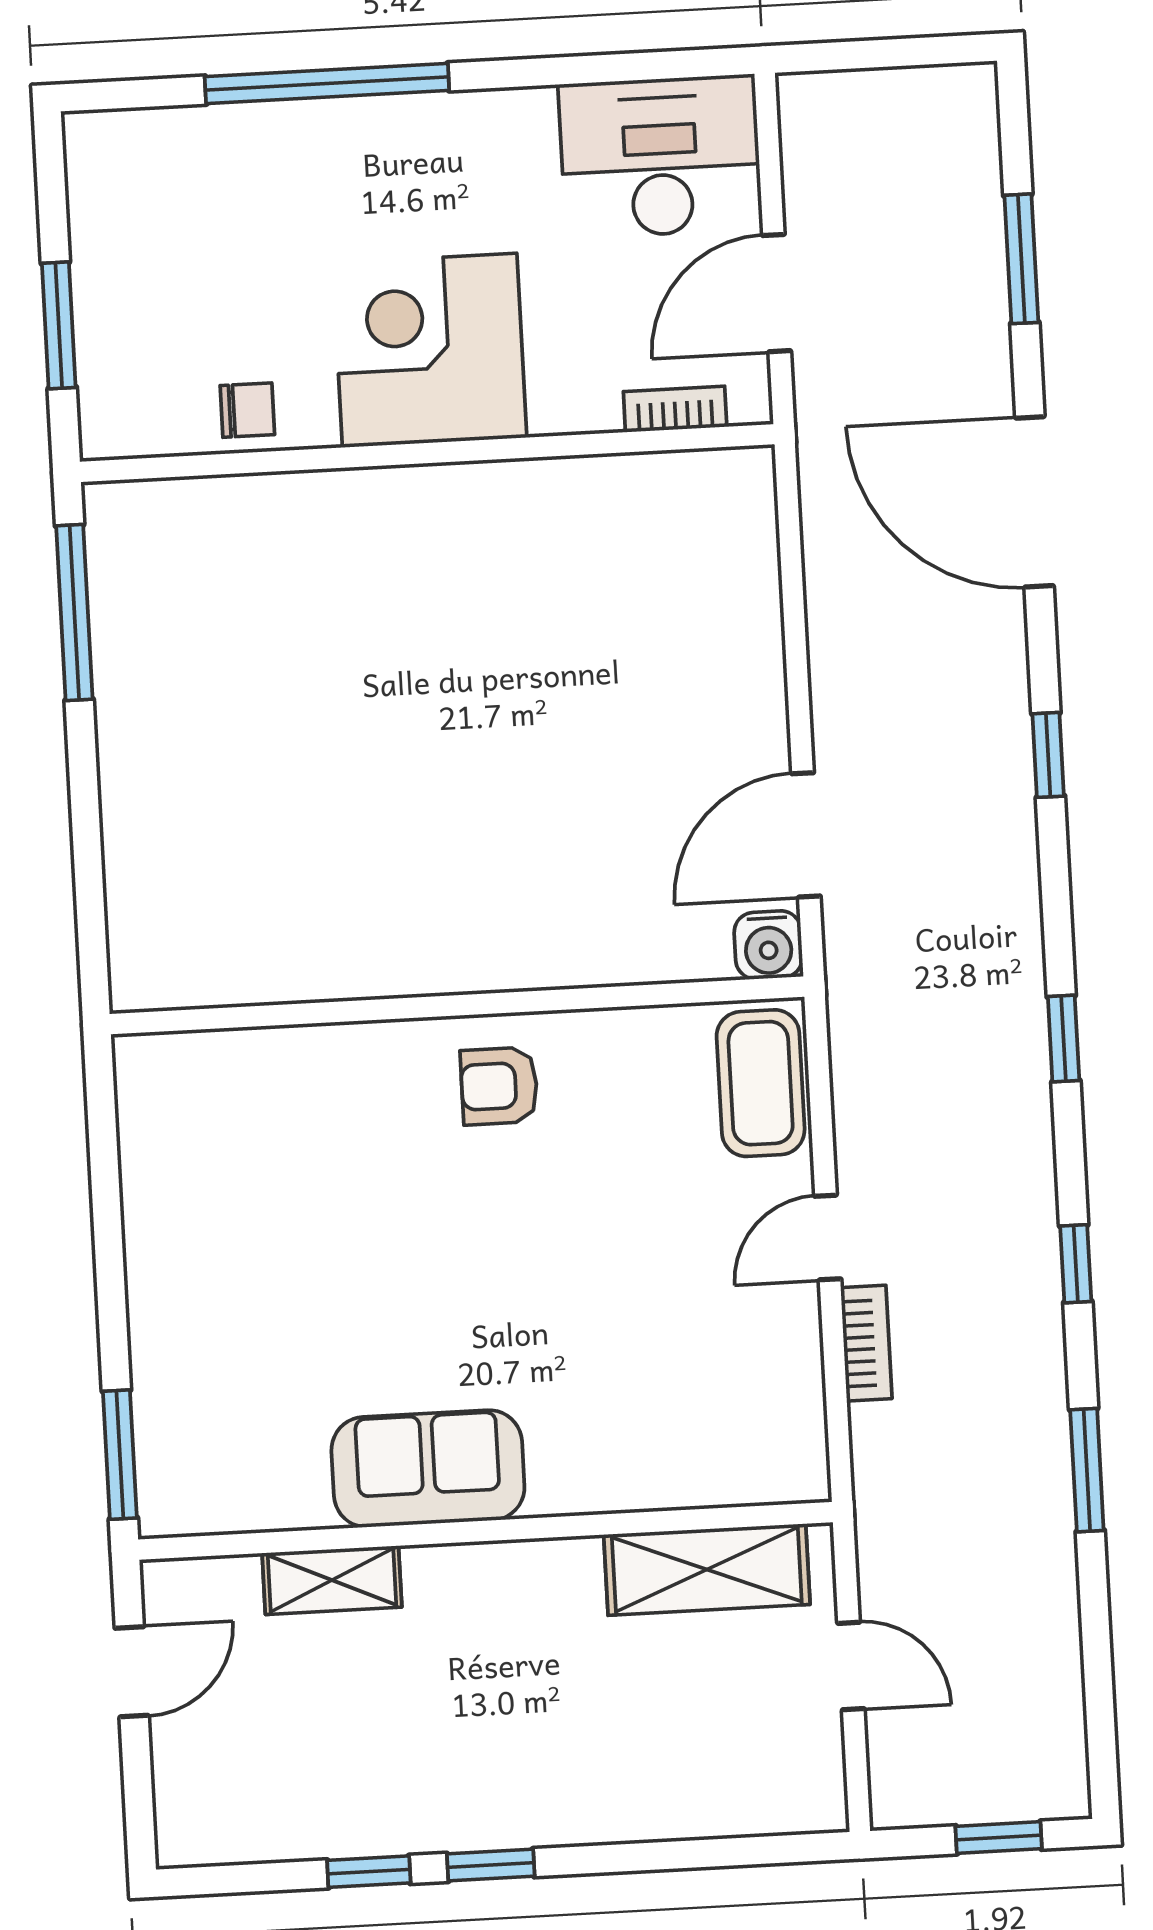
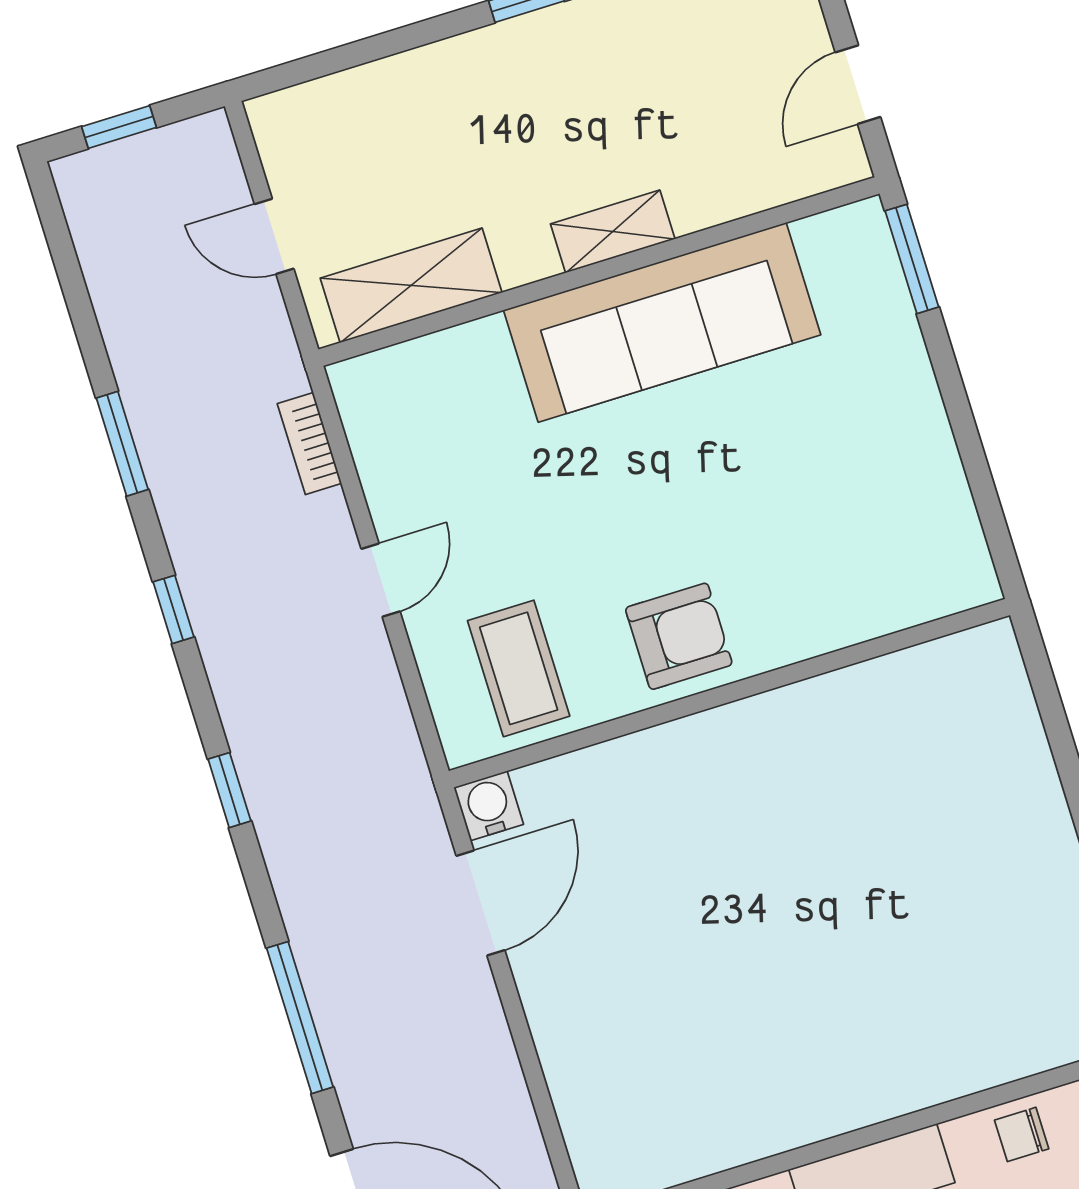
window: (1048, 755) -> (300, 1018), width x2.17
coffee table: (761, 1083) -> (519, 668), moved
armchair: (499, 1086) -> (679, 636), width x1.38, depth x1.38
bookcase: (866, 1343) -> (309, 443), moved
sofa: (428, 1469) -> (662, 322), width x1.85, depth x1.27
shelving: (332, 1580) -> (613, 231), moved

